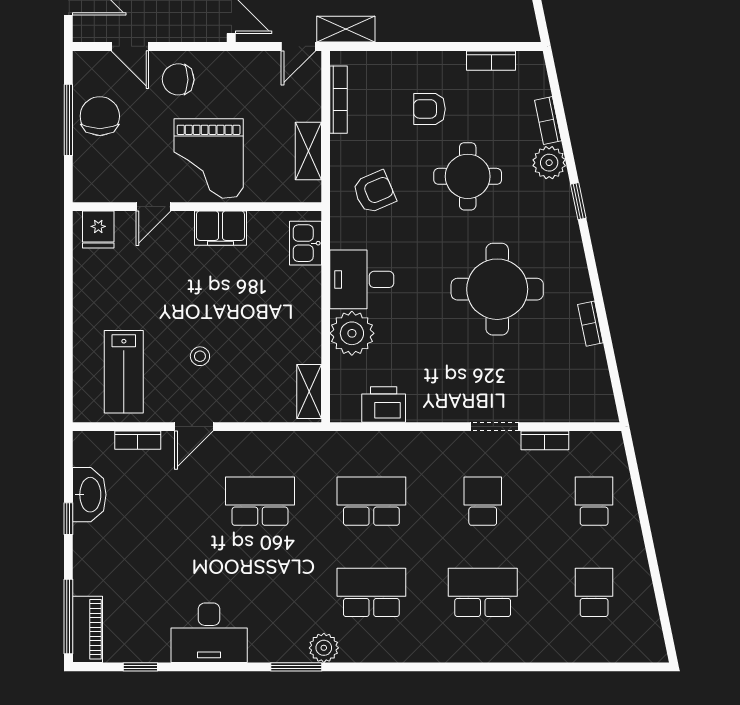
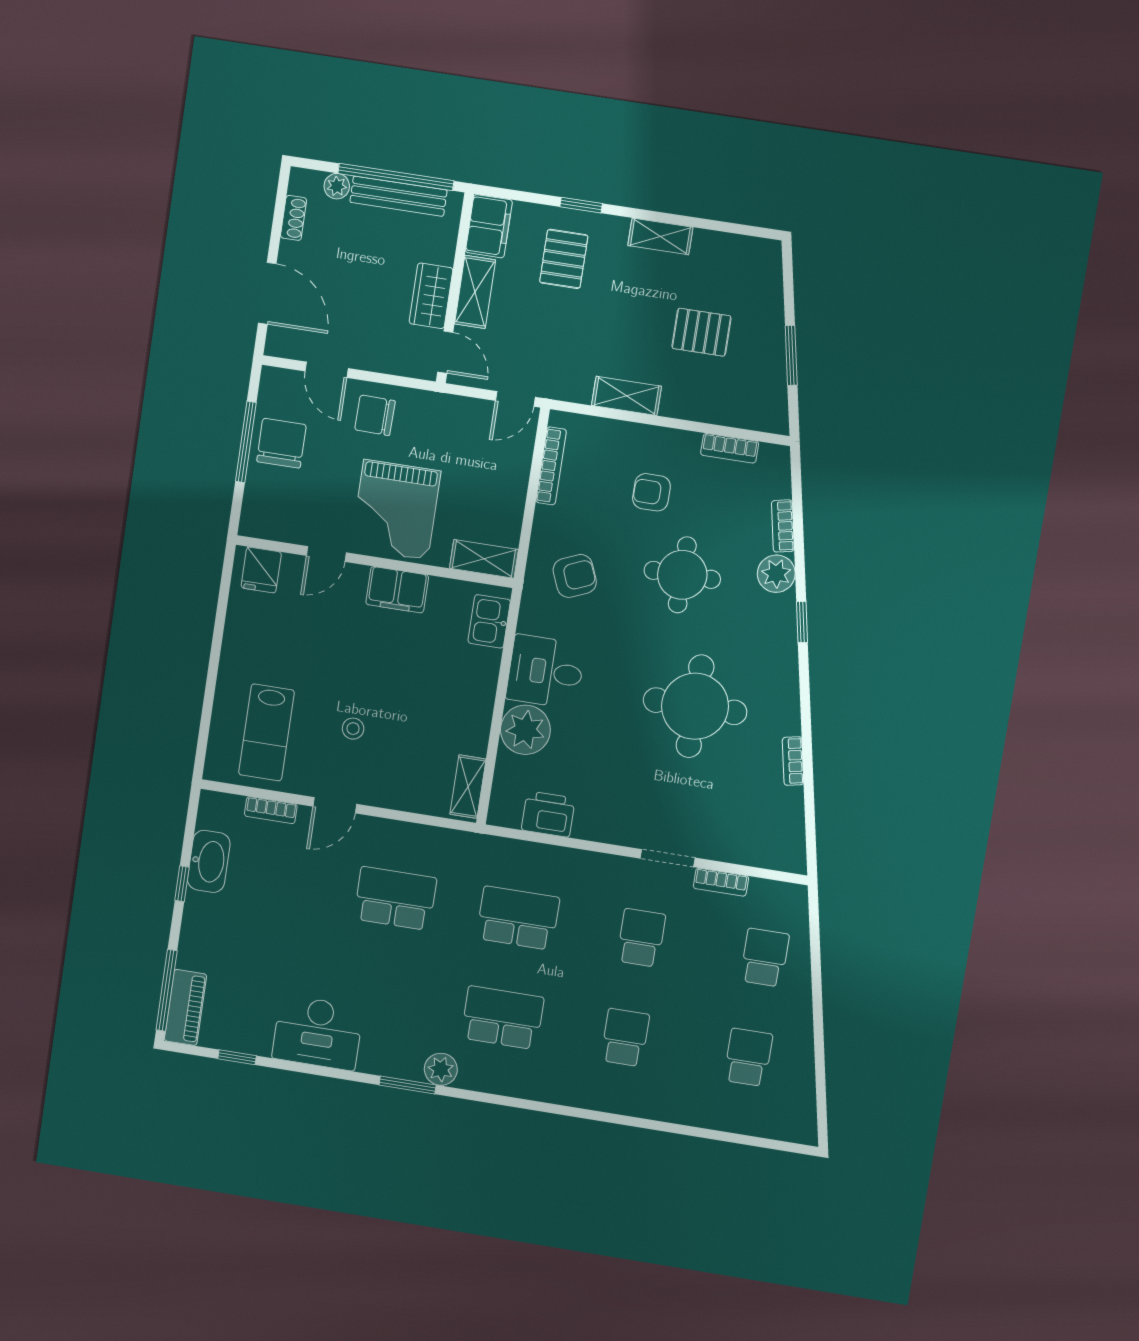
shelving: (346, 29) -> (627, 396), moved
shelving: (308, 151) -> (484, 559), moved, turned 90
school desk: (483, 592) -> (625, 1037), width x0.54

